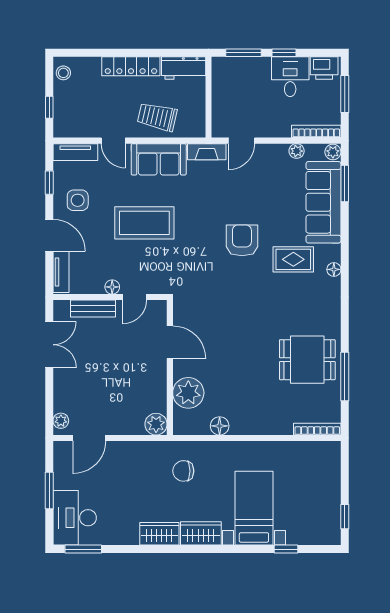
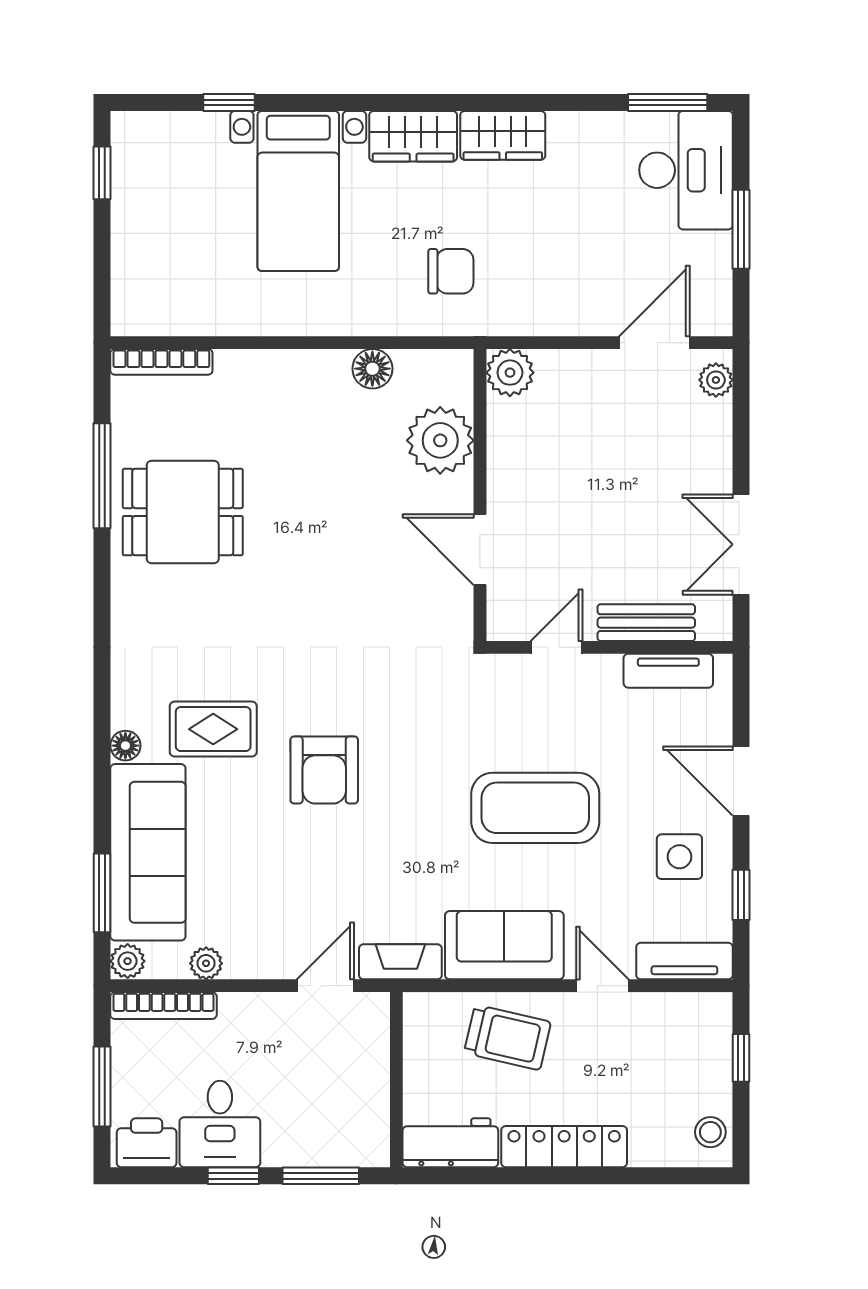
floor lamp: (334, 269) -> (125, 746), moved
tv unit: (61, 272) -> (668, 671), moved, turned -90
floor lamp: (112, 287) -> (605, 669), removed

